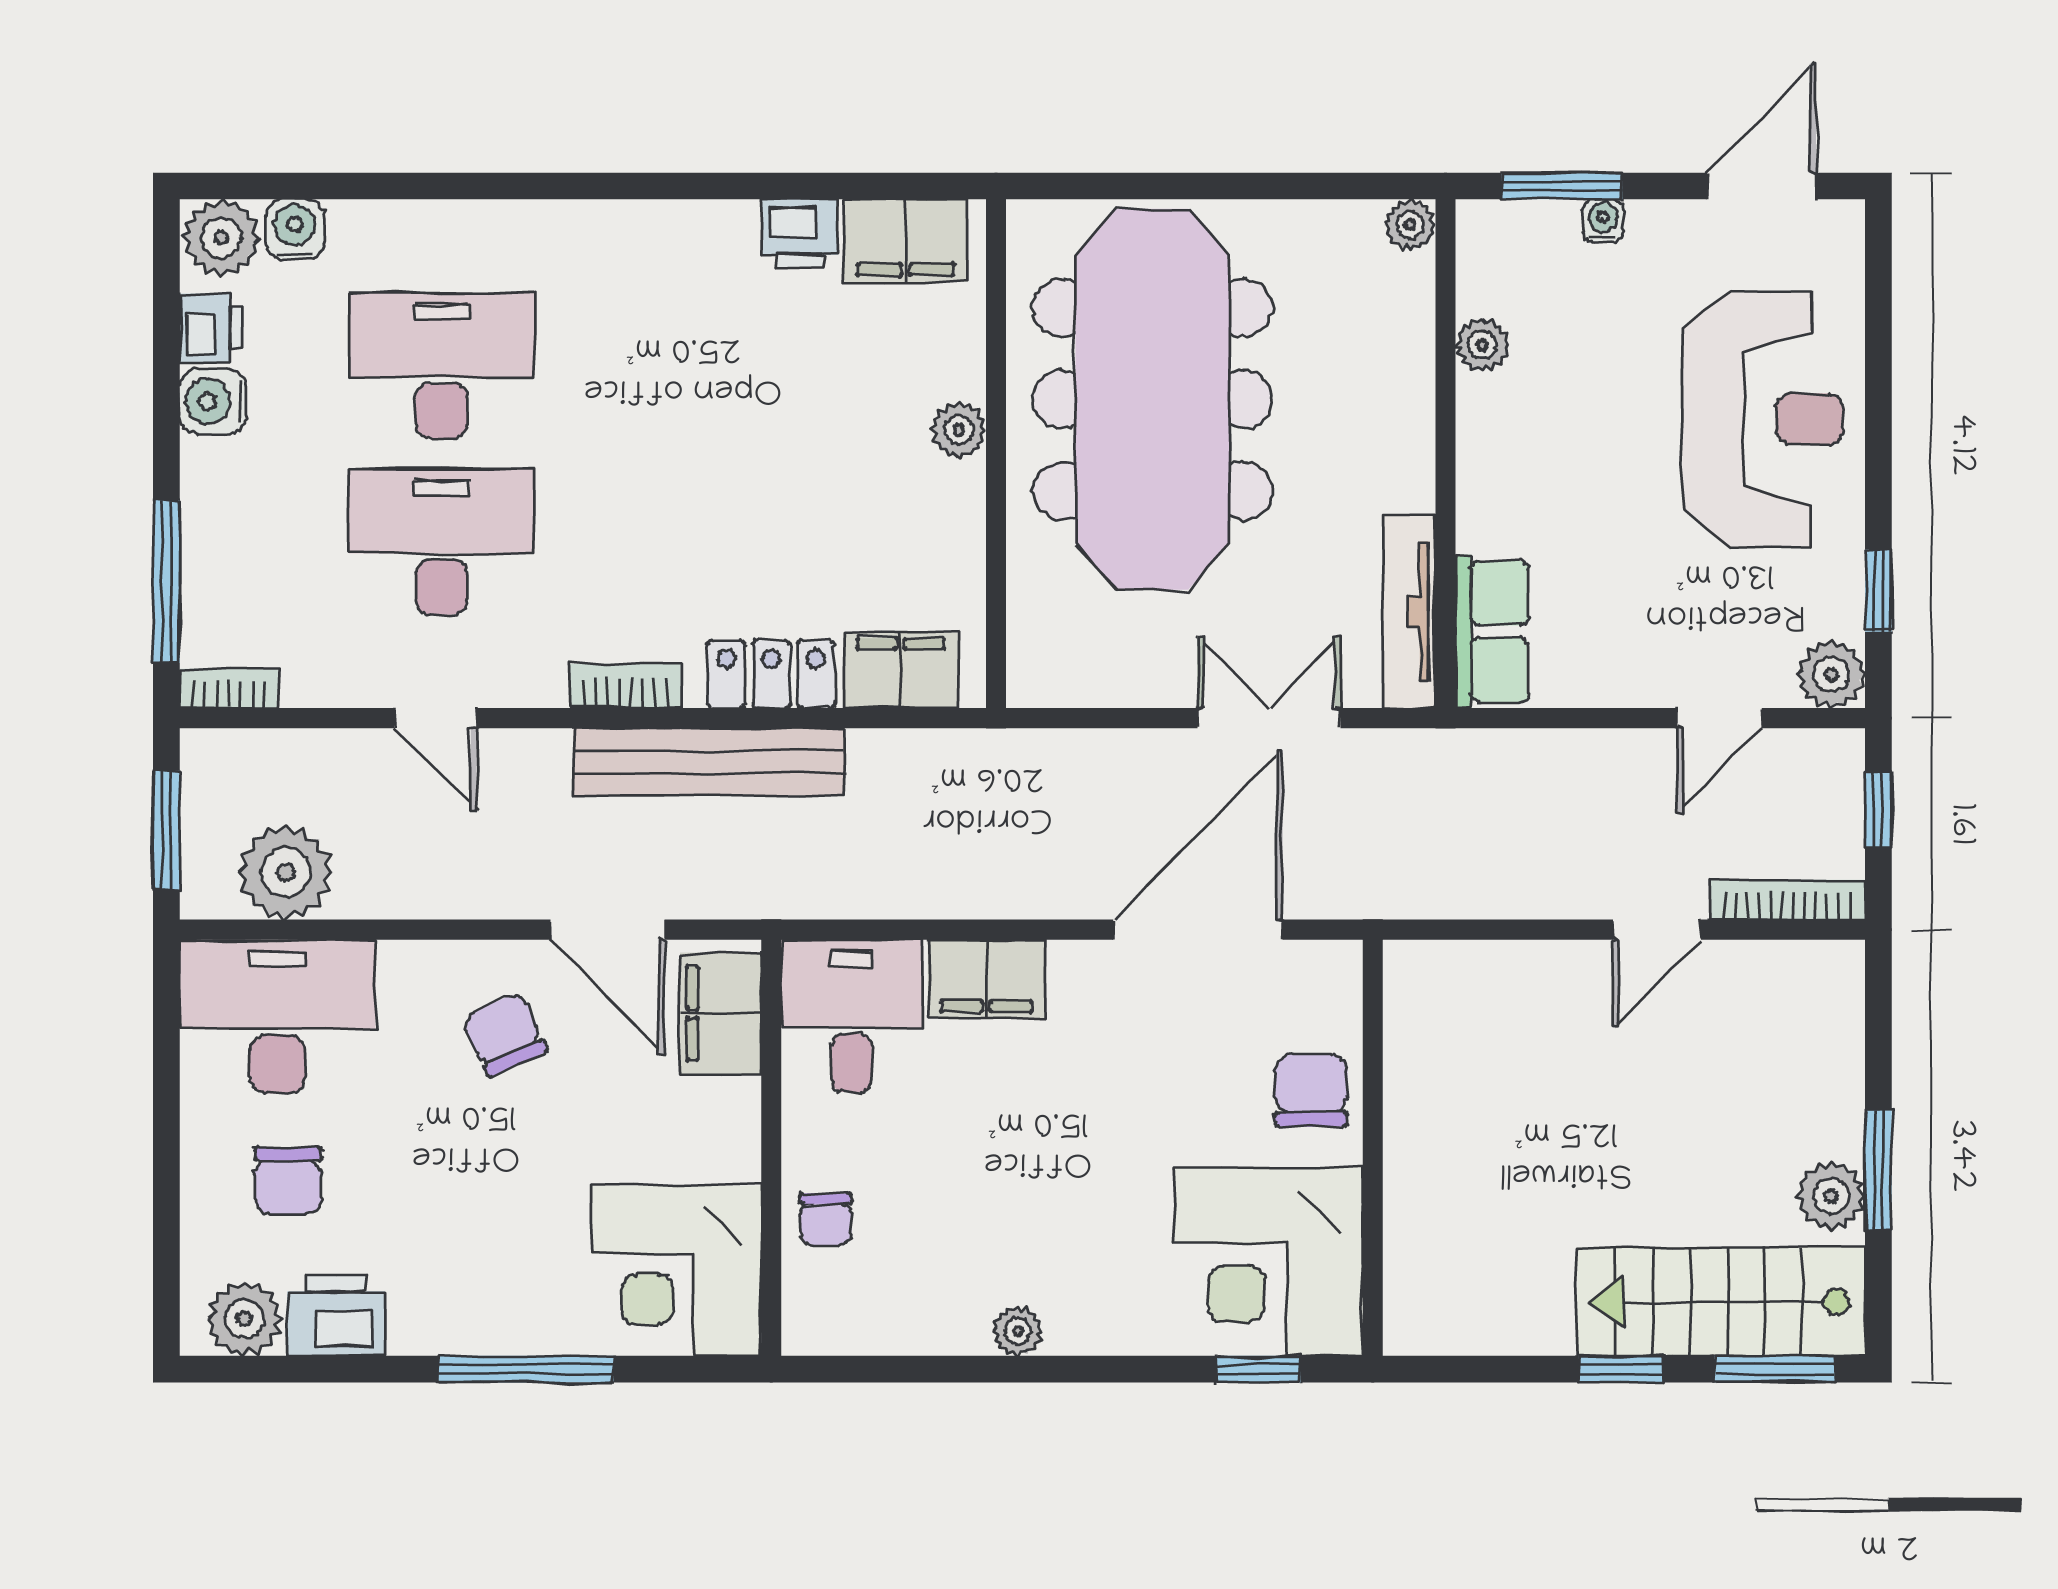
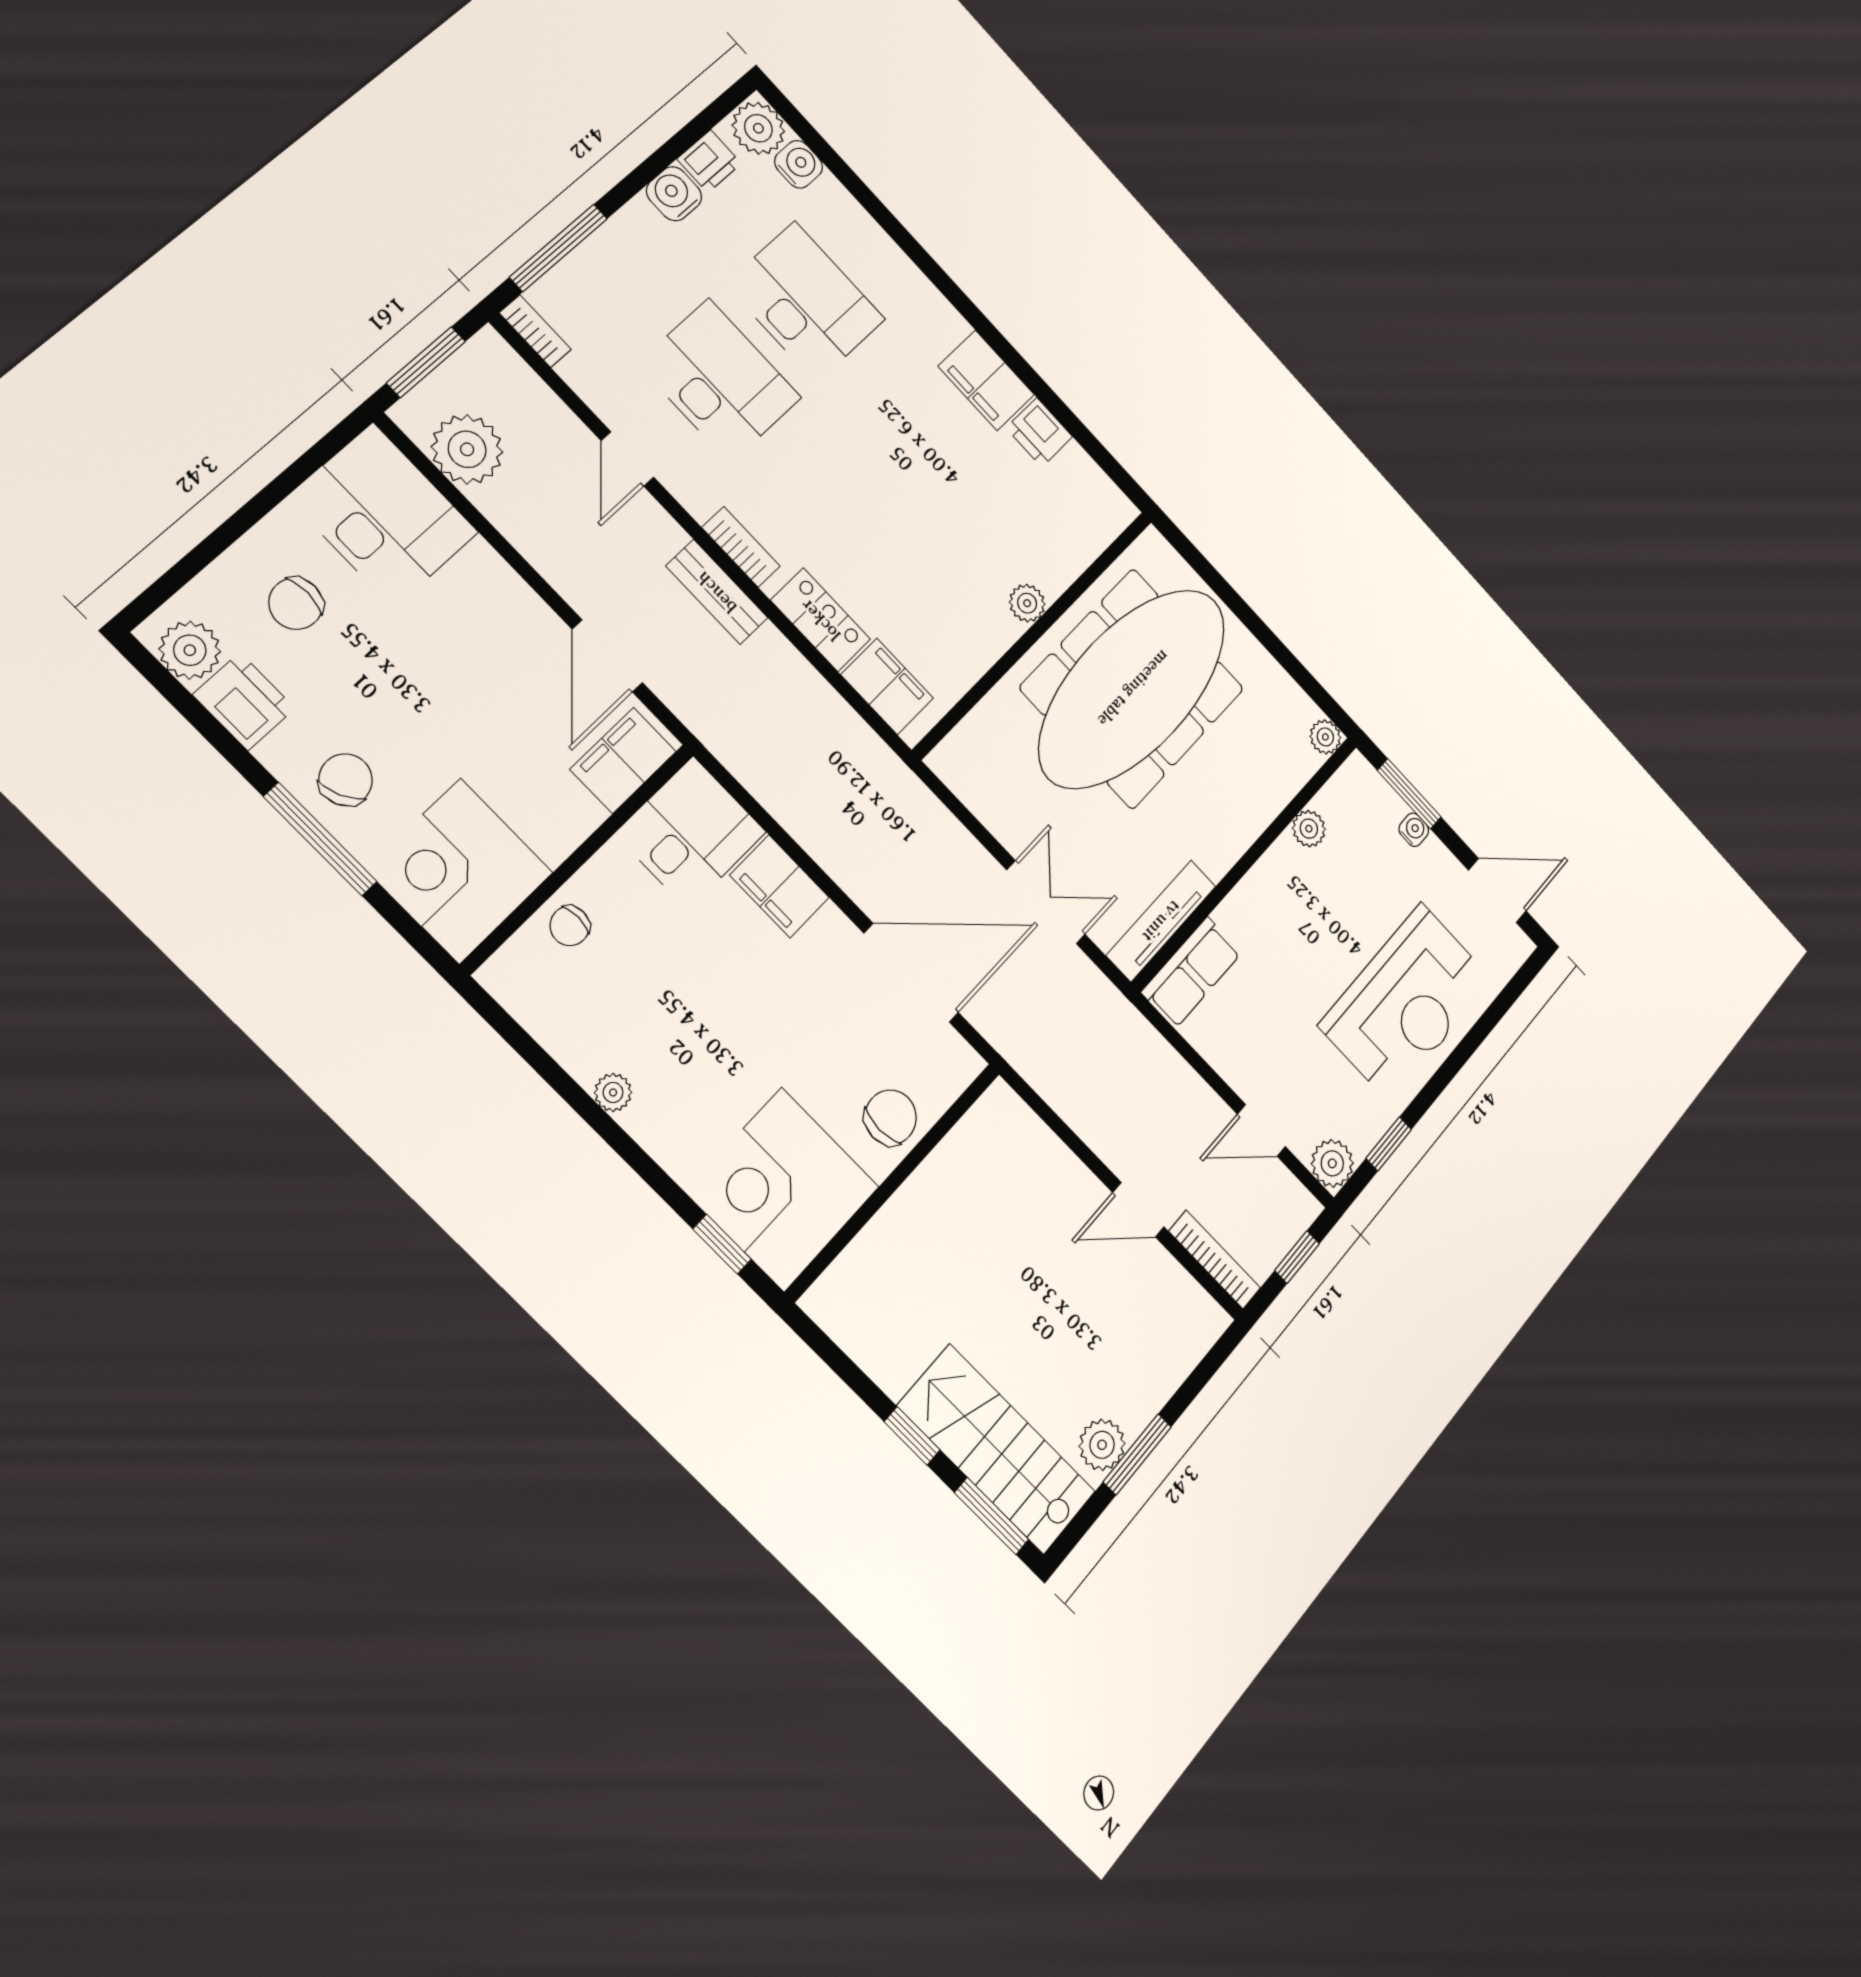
filing cabinet: (905, 241) -> (986, 380), moved
bench: (709, 762) -> (717, 592), width x0.54, depth x0.82
chair: (504, 1034) -> (346, 780), moved

